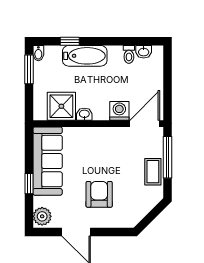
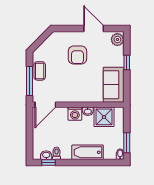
window: (70, 41) -> (48, 162), moved
washing machine: (119, 111) -> (75, 114), moved
sofa: (48, 161) -> (114, 85), width x0.73

